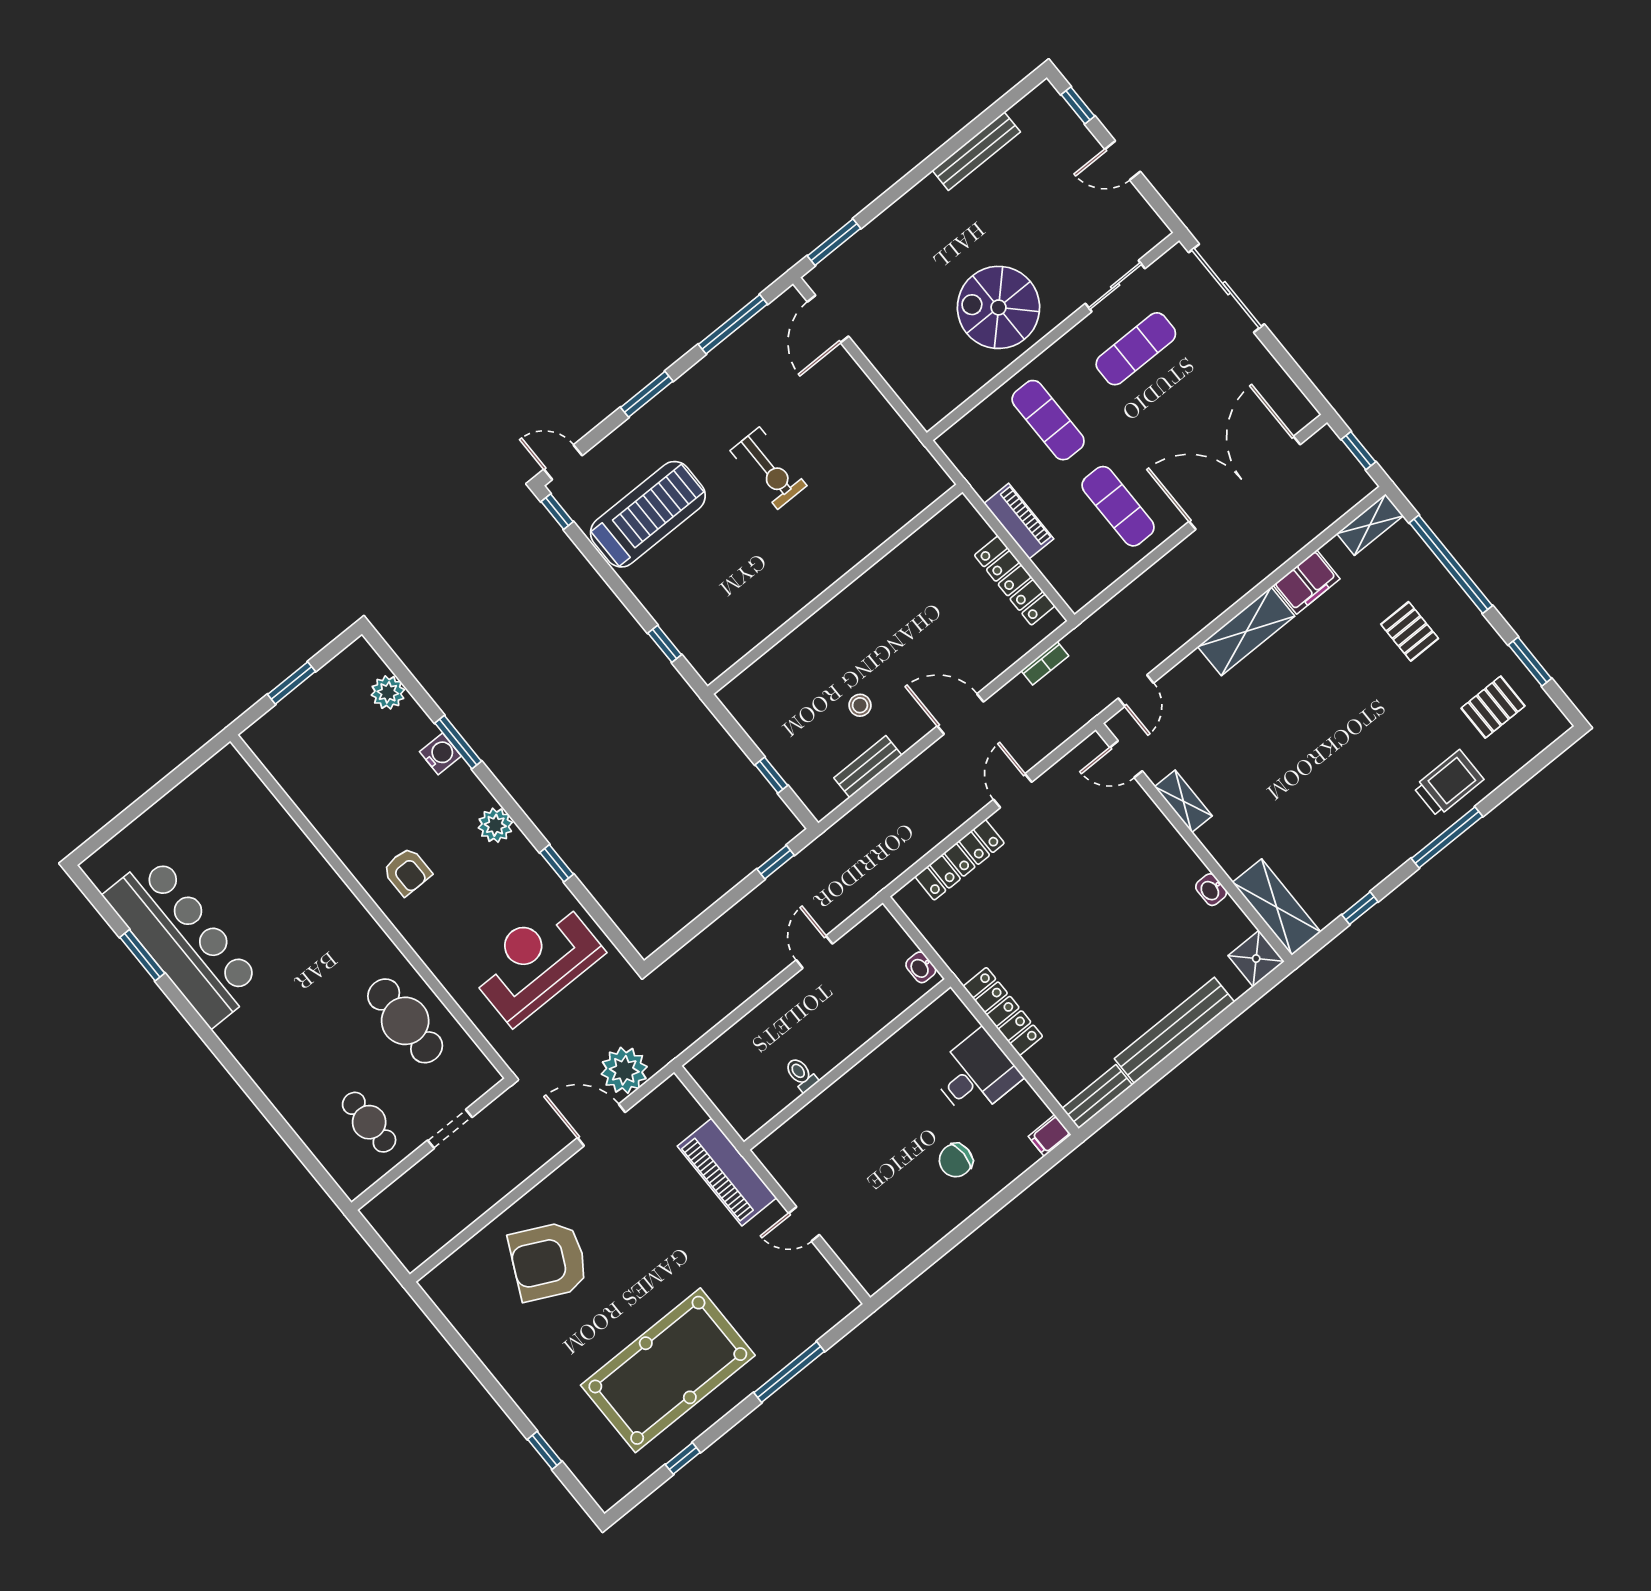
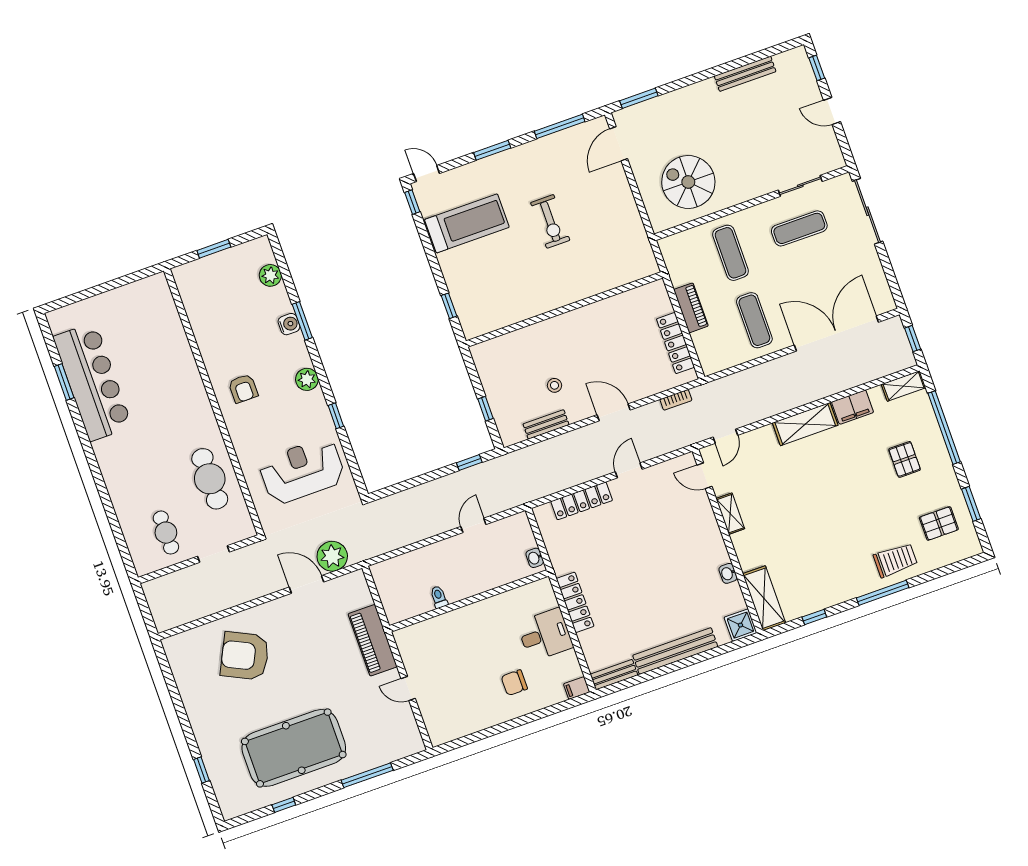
spiral stairs: (999, 307) -> (688, 182), moved

